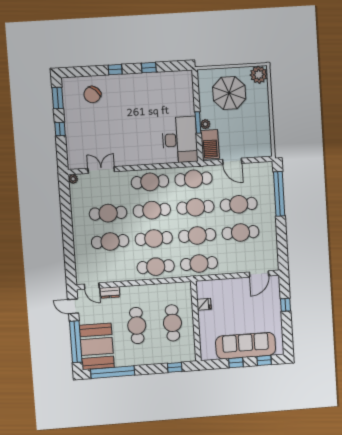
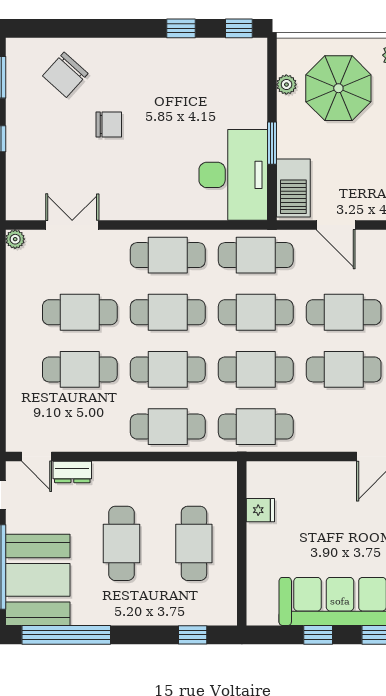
window: (115, 70) -> (239, 28), moved
chair: (116, 118) -> (109, 125), added
plant: (205, 124) -> (286, 85), moved

